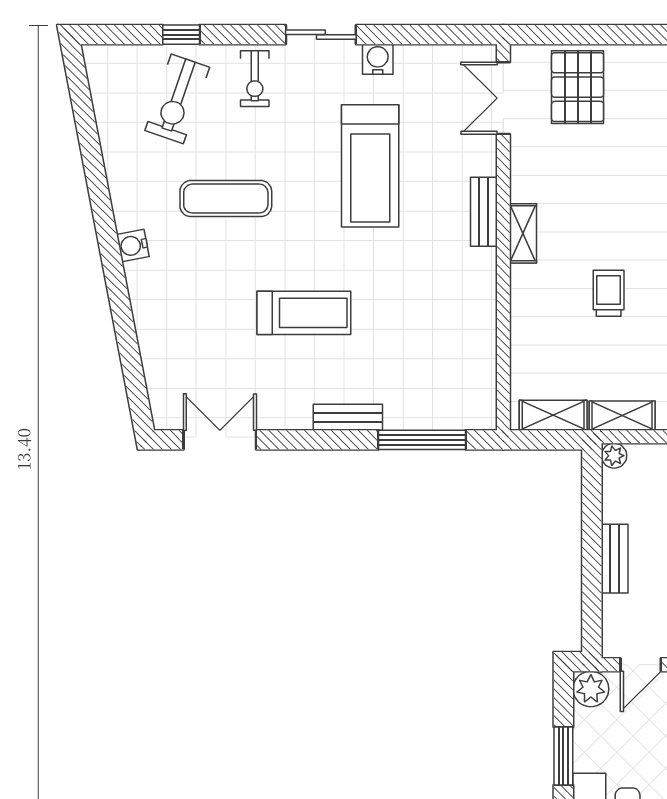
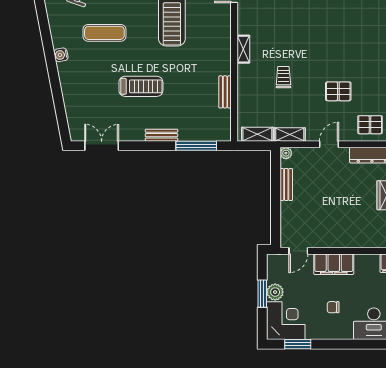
bench: (484, 212) -> (225, 92), moved
bench: (615, 559) -> (286, 184), moved
plant: (591, 689) -> (275, 292), moved

